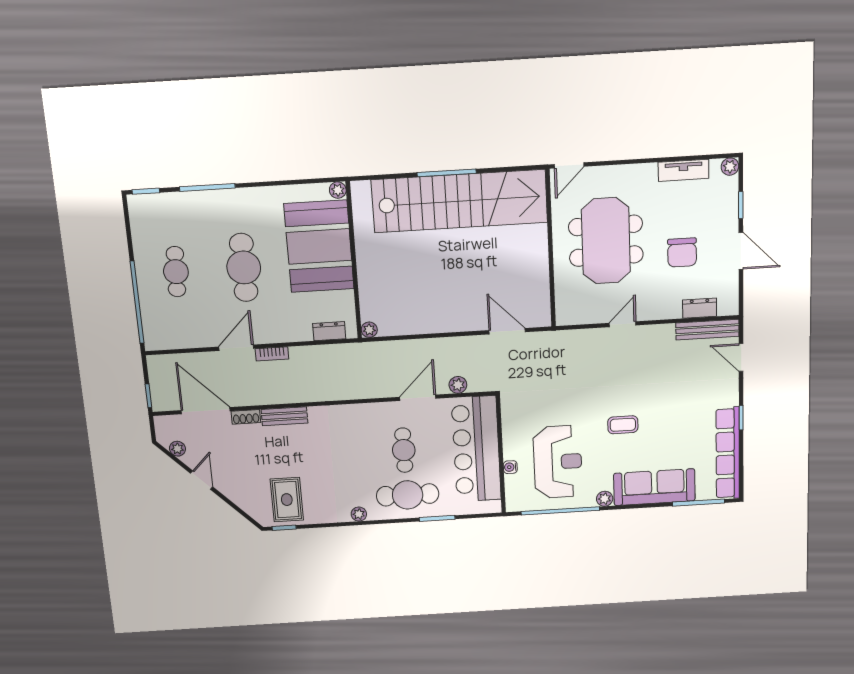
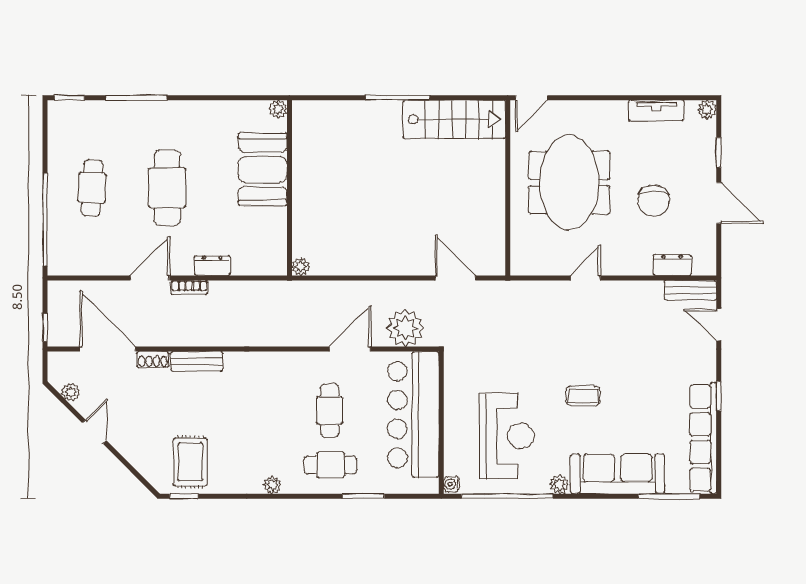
stairs: (460, 201) -> (454, 119), width x0.54, depth x0.66
booth: (319, 246) -> (263, 169), width x0.73, depth x0.70
bench: (707, 330) -> (690, 290), width x0.73
dresser: (329, 331) -> (212, 266), moved
plant: (458, 385) -> (405, 328), width x1.88, depth x1.88
water cooler: (510, 467) -> (451, 484), moved
cafe table: (408, 495) -> (331, 465), width x0.73, depth x0.74

